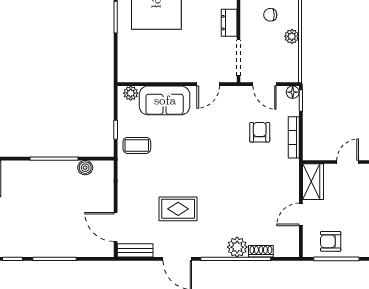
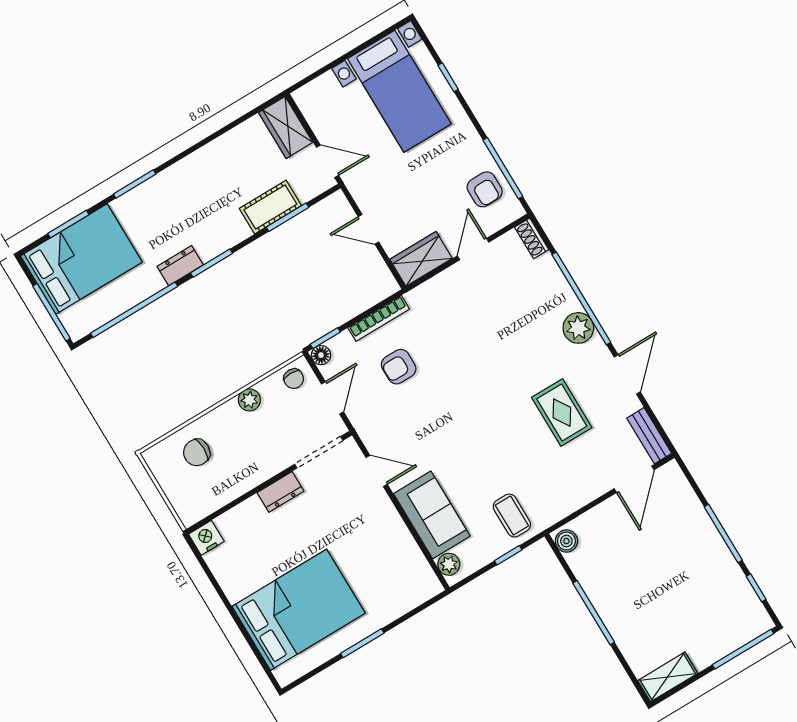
chair: (270, 15) -> (294, 379), moved
boiler: (85, 168) -> (566, 541), moved
door: (301, 214) -> (473, 249), swing flipped
plant: (237, 247) -> (578, 328), moved
shoe rack: (261, 251) -> (532, 238), moved

